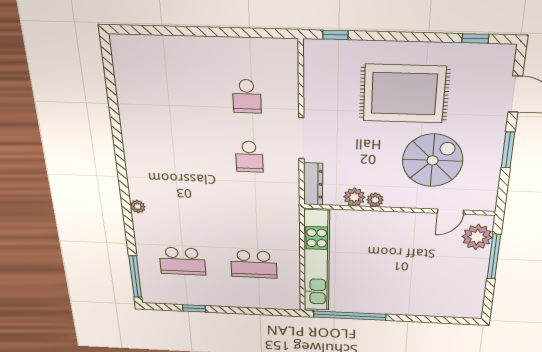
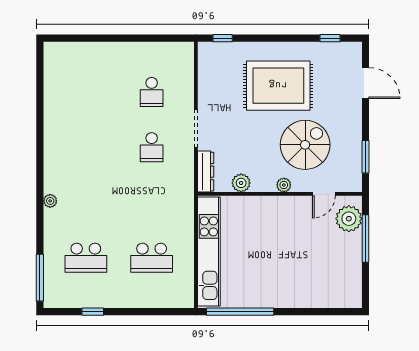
window: (508, 150) -> (365, 157), moved
plant: (375, 200) -> (284, 185), moved

